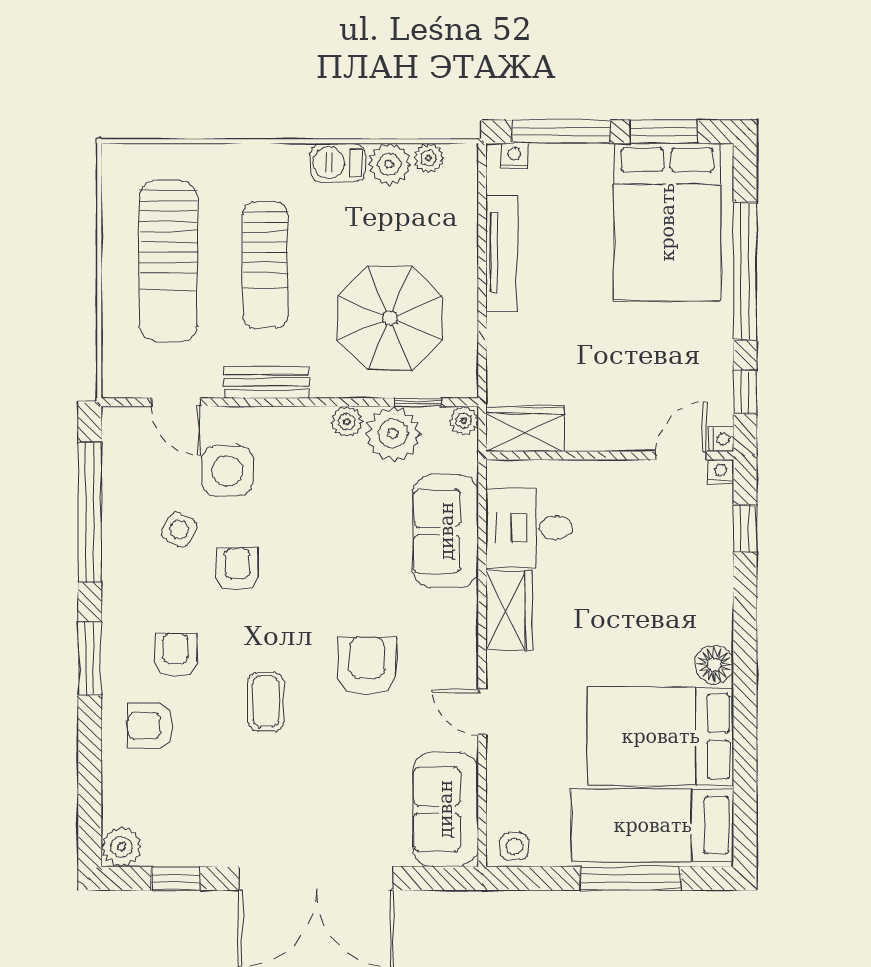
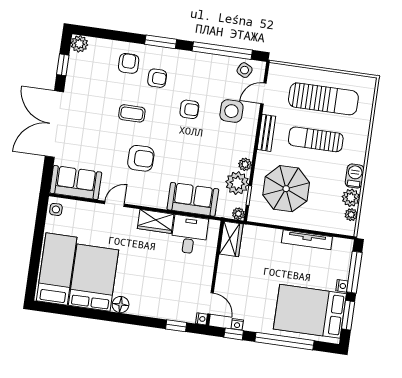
nightstand: (514, 156) -> (342, 286), moved
sun lounger: (169, 261) -> (323, 99), turned 180
nightstand: (721, 439) -> (237, 324), moved
side table: (179, 530) -> (245, 70), moved
window: (631, 878) -> (35, 257), removed

